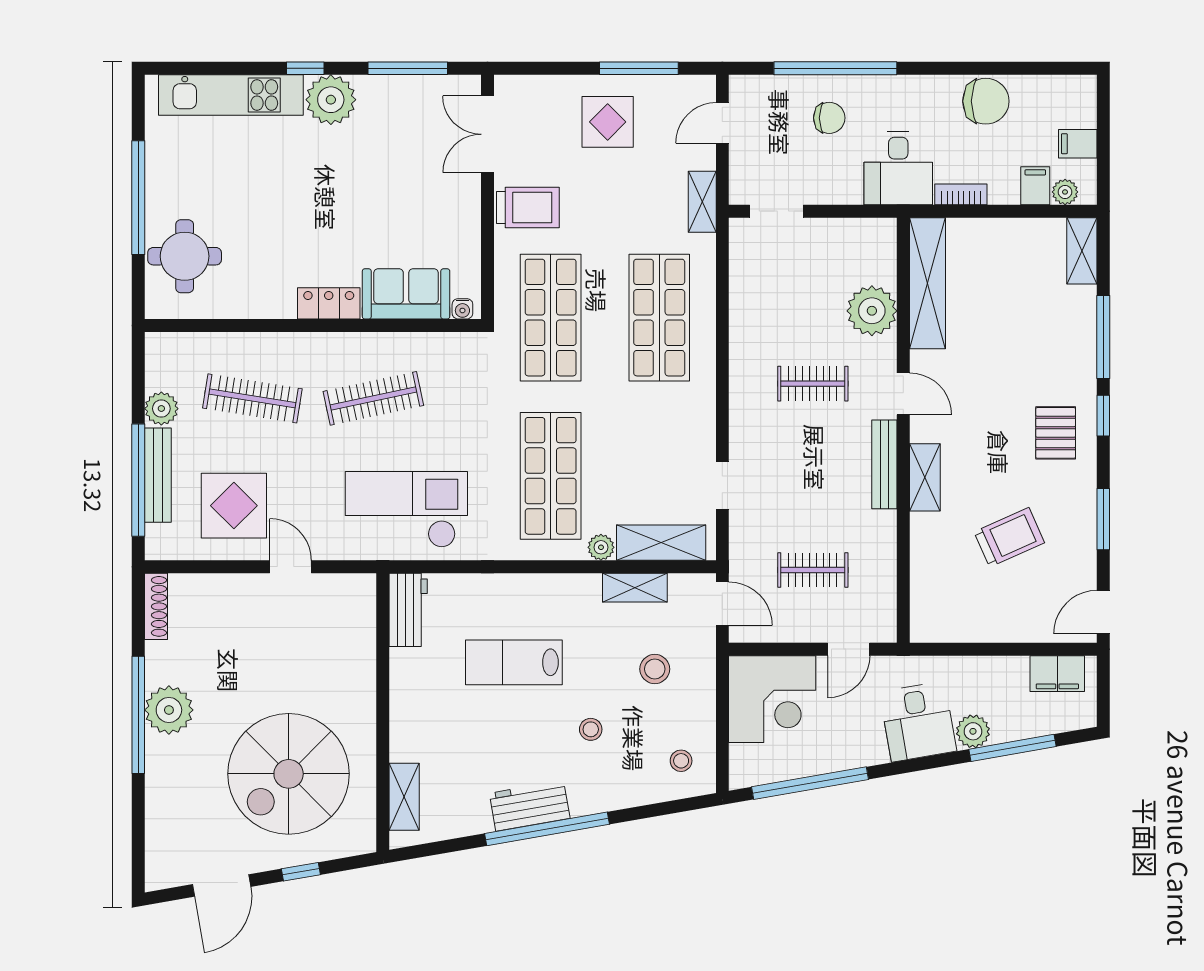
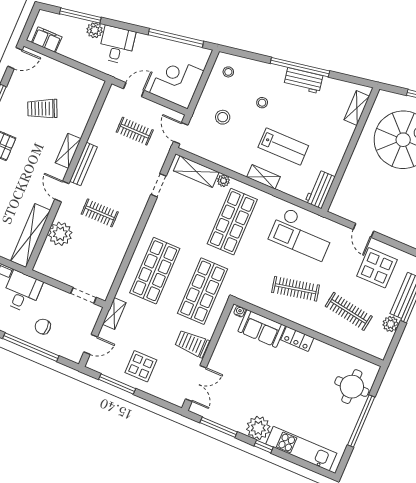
shelving: (635, 588) -> (264, 177), moved

